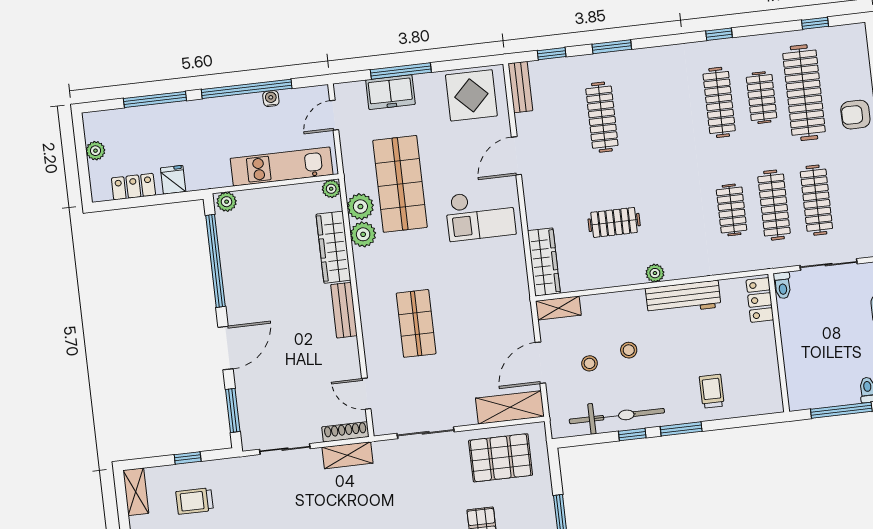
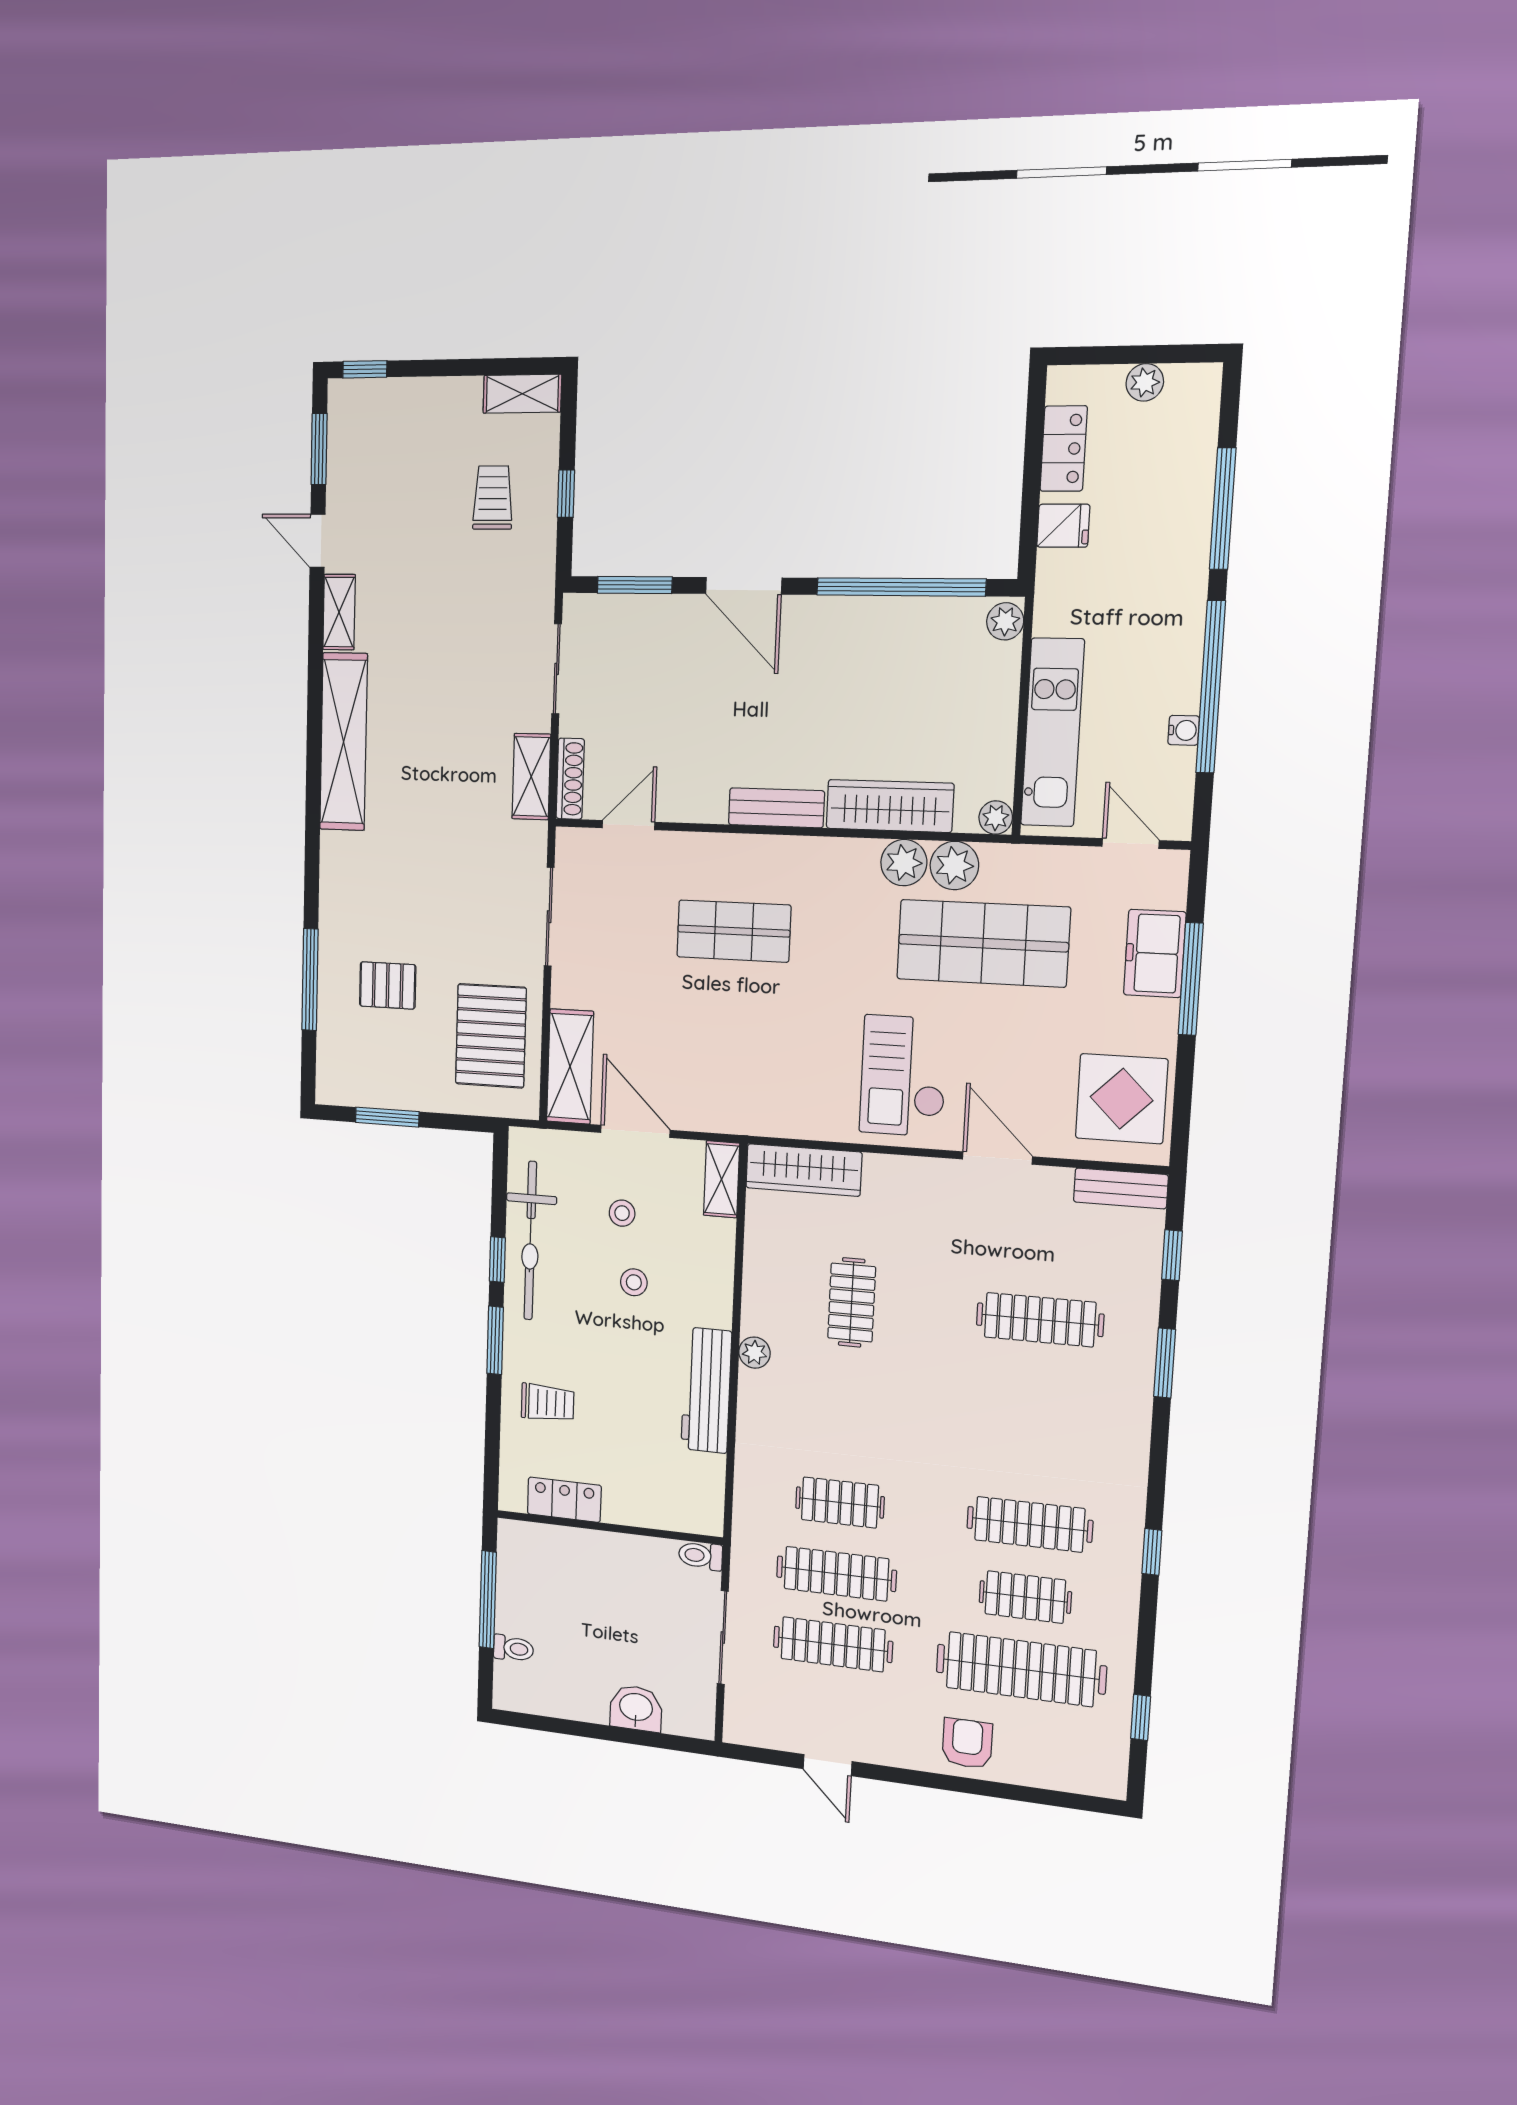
locker: (760, 300) -> (564, 1500), moved

